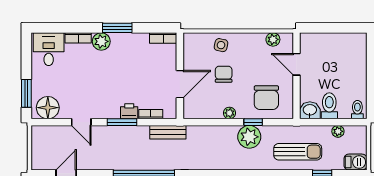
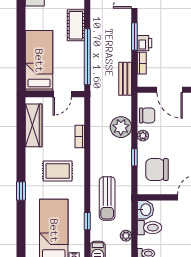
chair: (224, 74) -> (147, 115), moved
plant: (249, 137) -> (121, 127), moved

